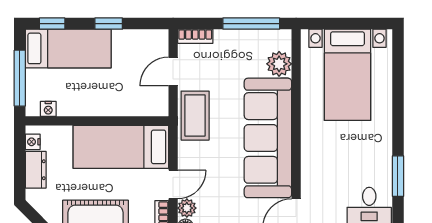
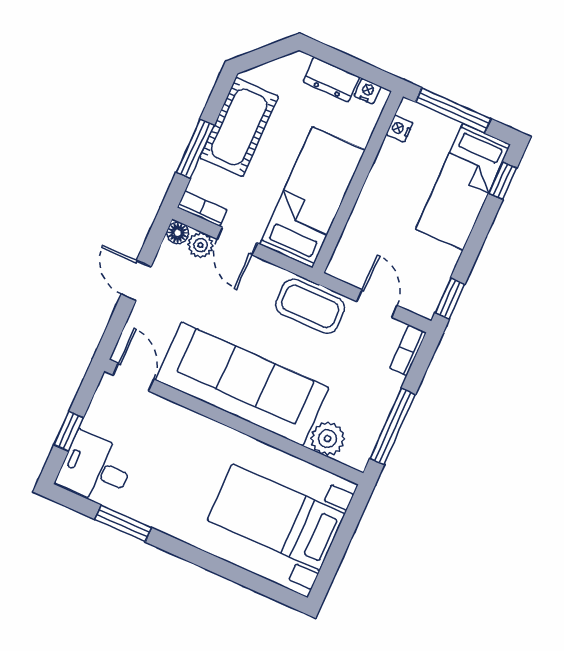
window: (109, 24) -> (450, 299), moved

